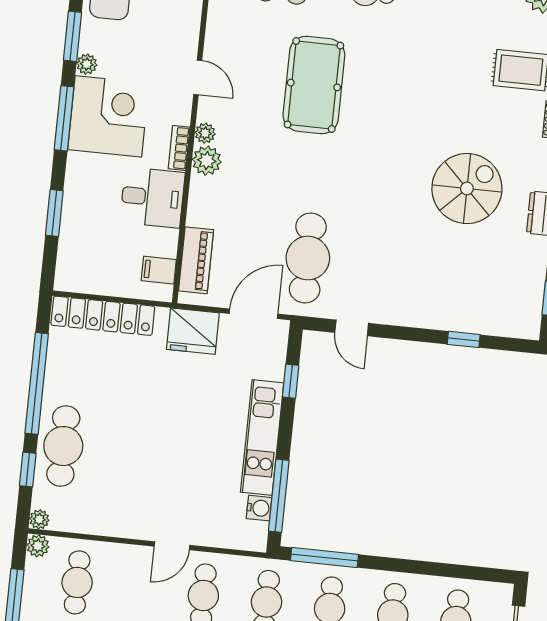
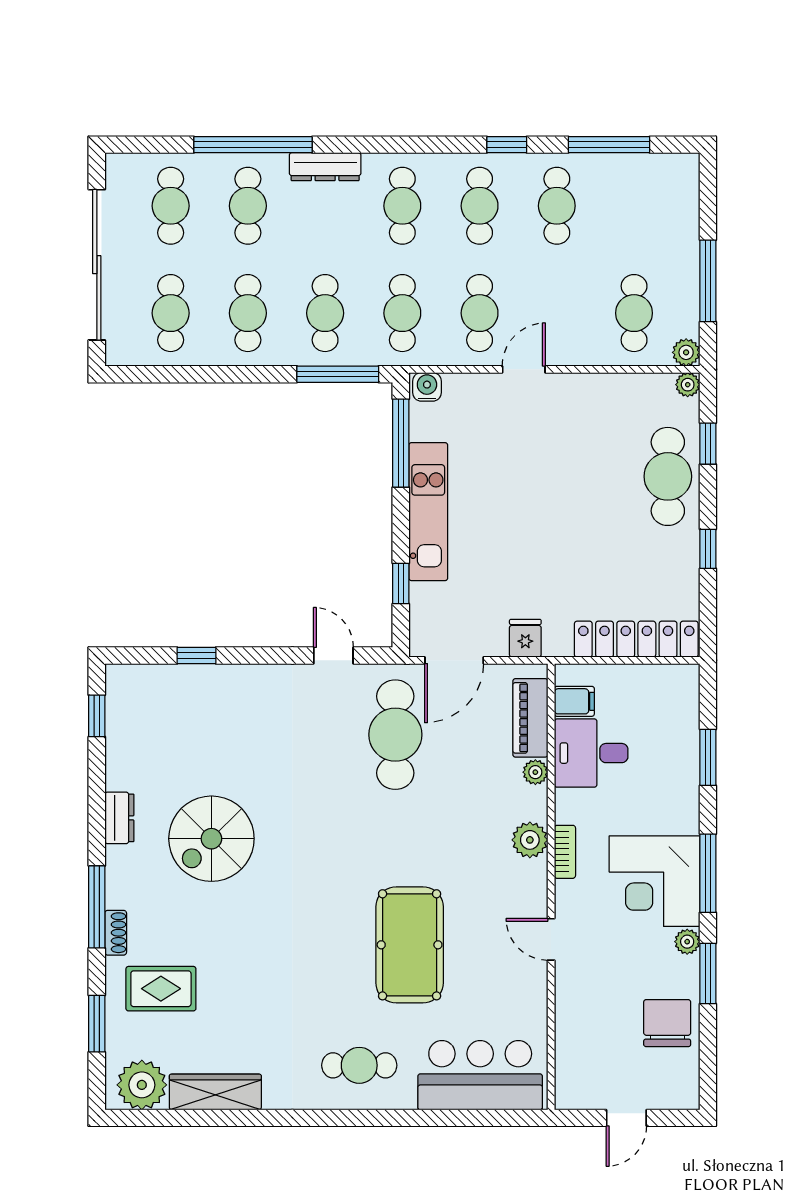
plant: (205, 133) -> (535, 772), moved
desk: (152, 197) -> (591, 753), moved
fridge: (193, 331) -> (525, 638), width x0.53, depth x0.75
window: (37, 383) -> (708, 549), width x0.32
water cooler: (259, 508) -> (427, 387), moved, turned 90

